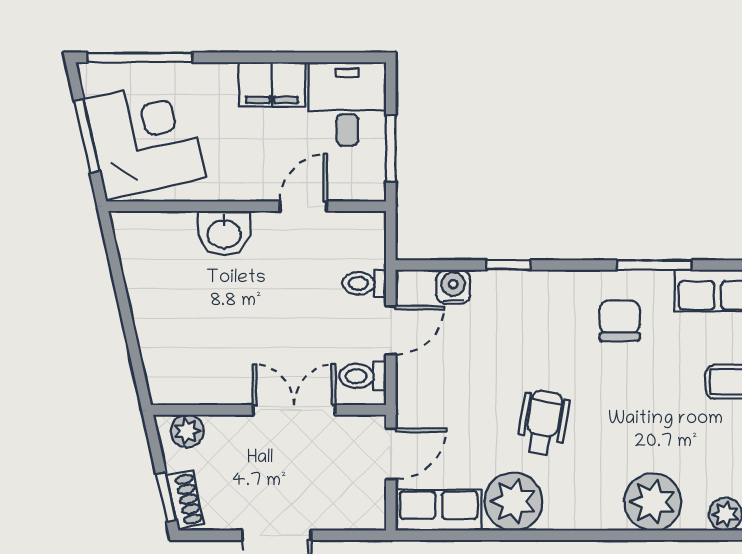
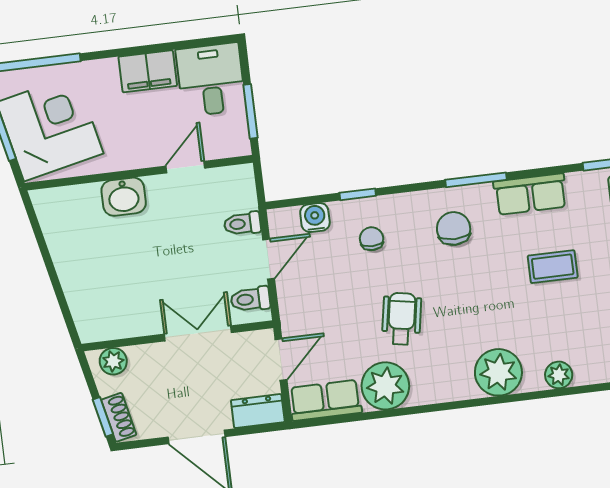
chair: (519, 321) -> (372, 239), added
dresser: (355, 513) -> (258, 411), added

